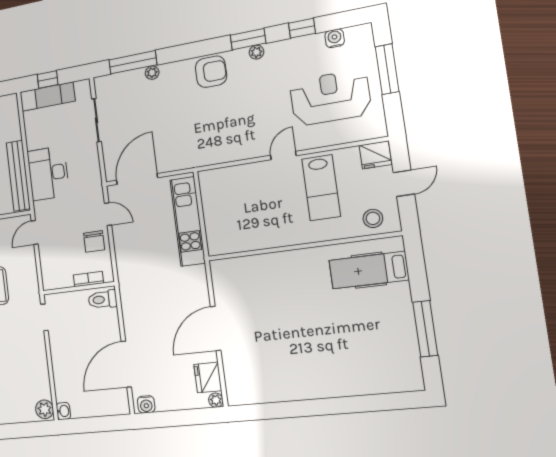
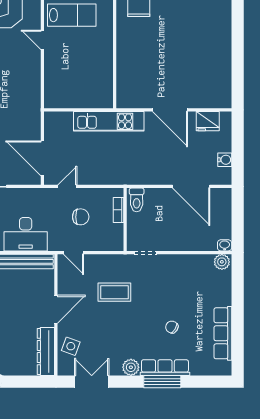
kitchen unit: (188, 221) -> (109, 121), moved
chair: (94, 241) -> (81, 217), moved
plant: (216, 400) -> (226, 117), removed
water cooler: (146, 404) -> (225, 160), moved

